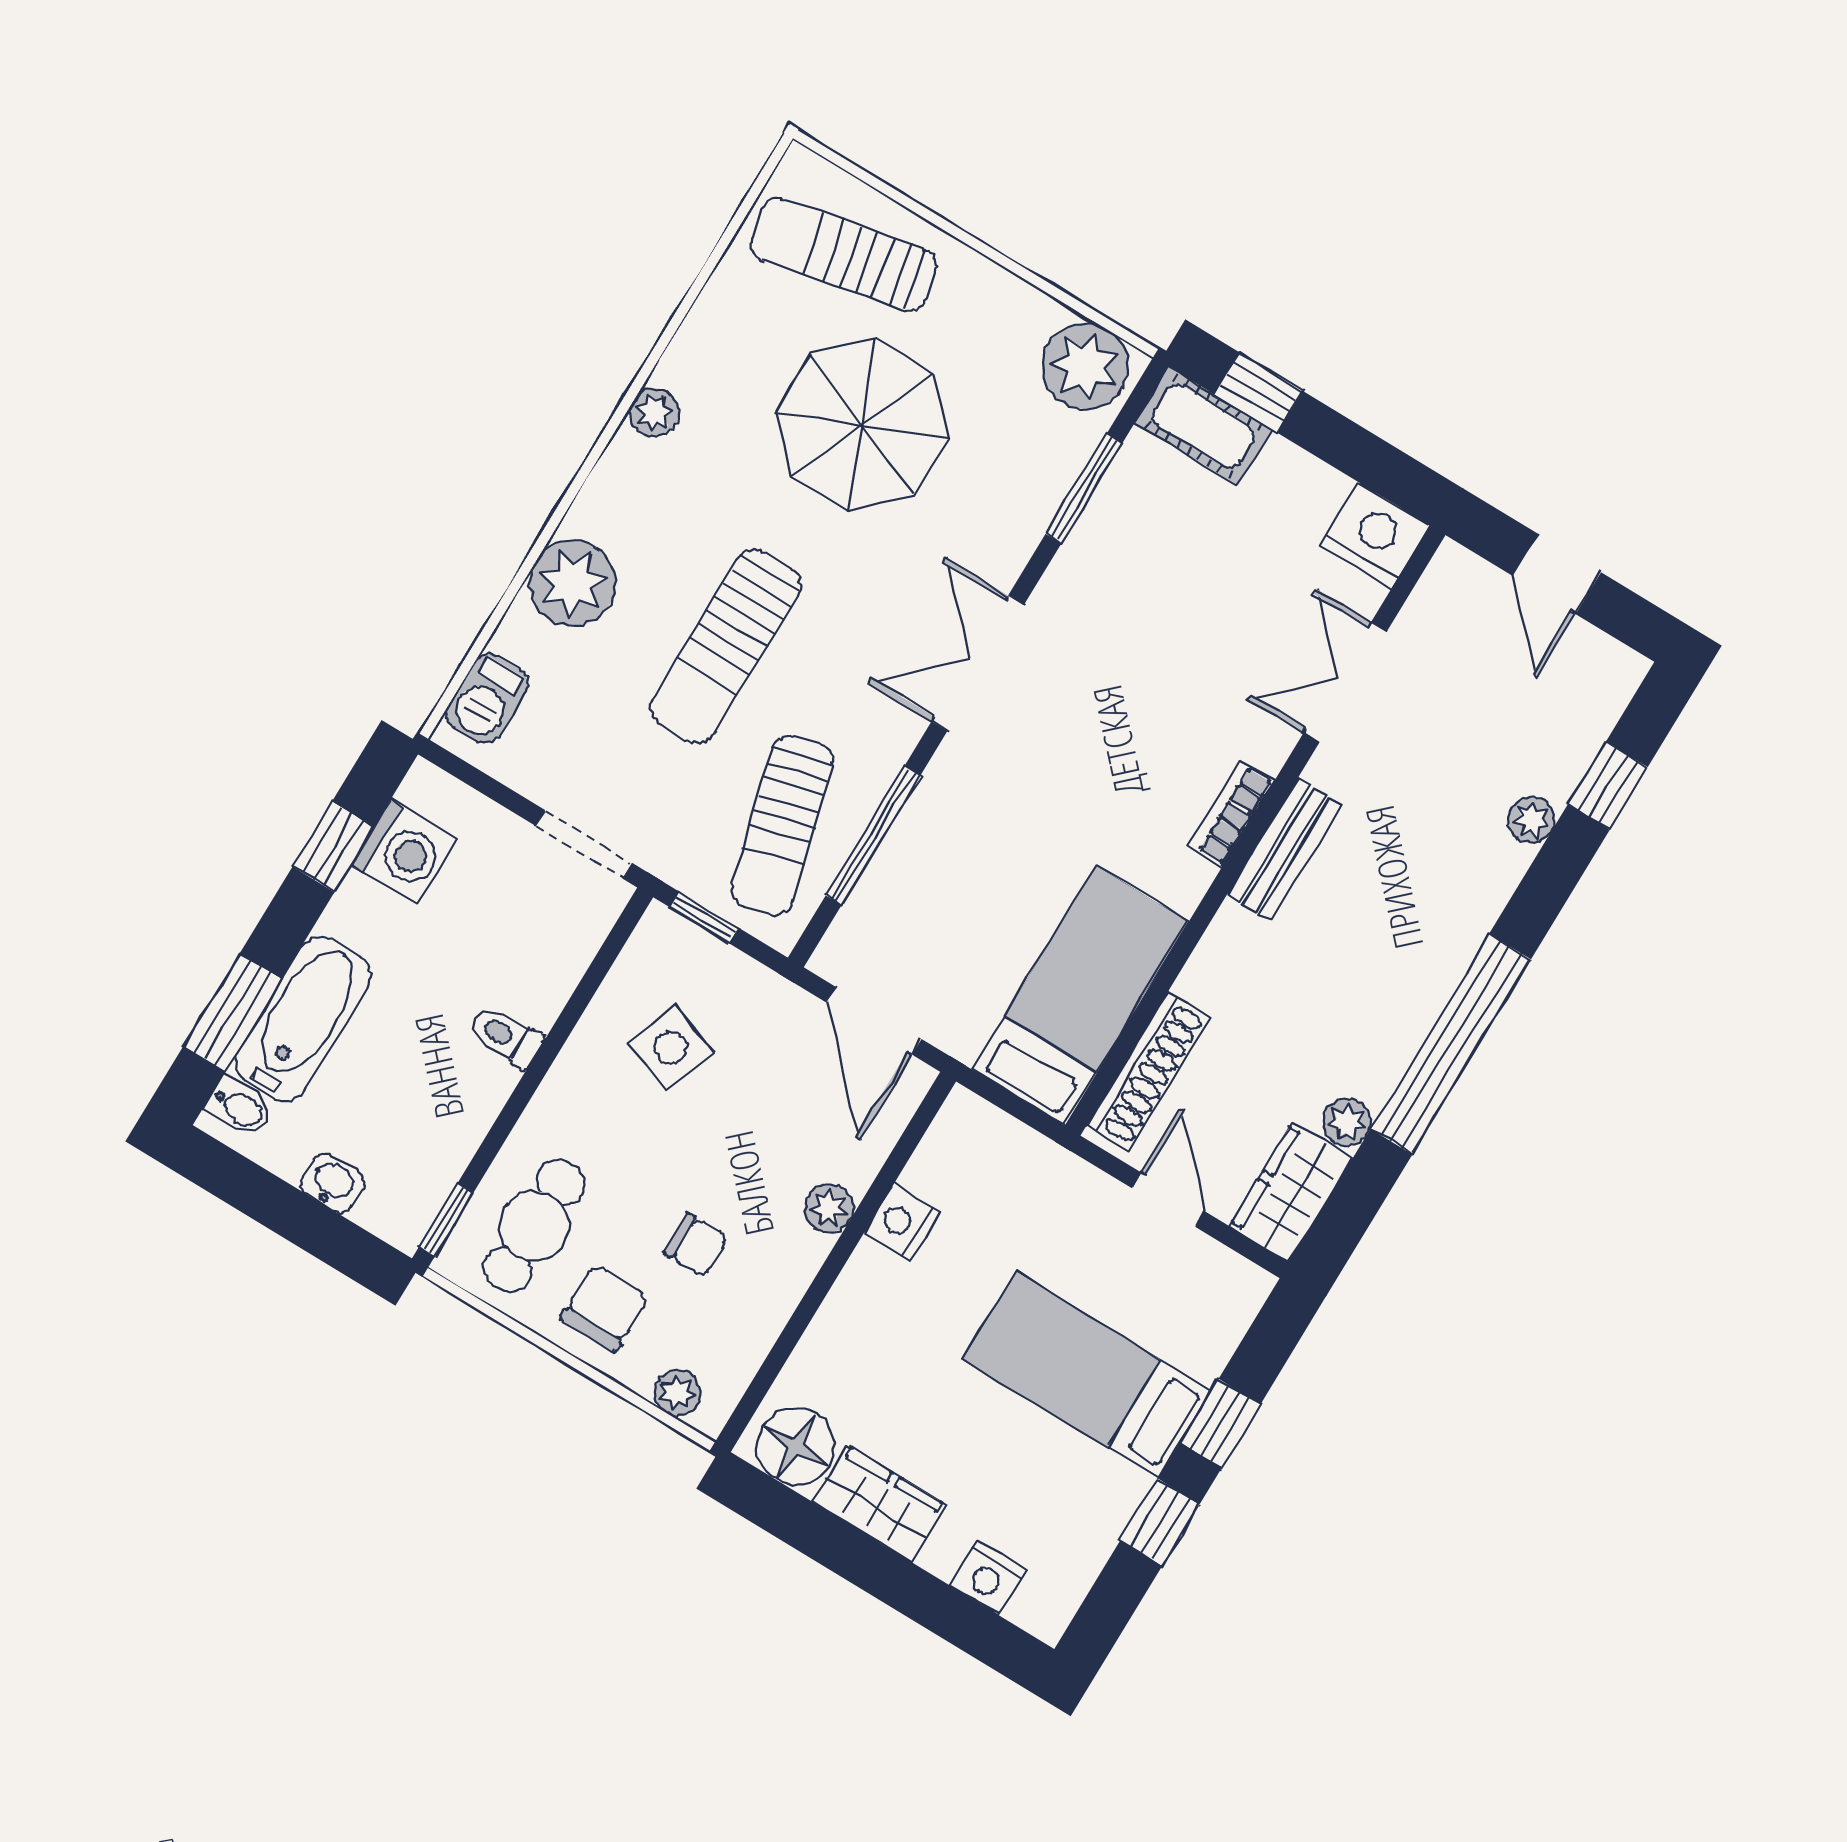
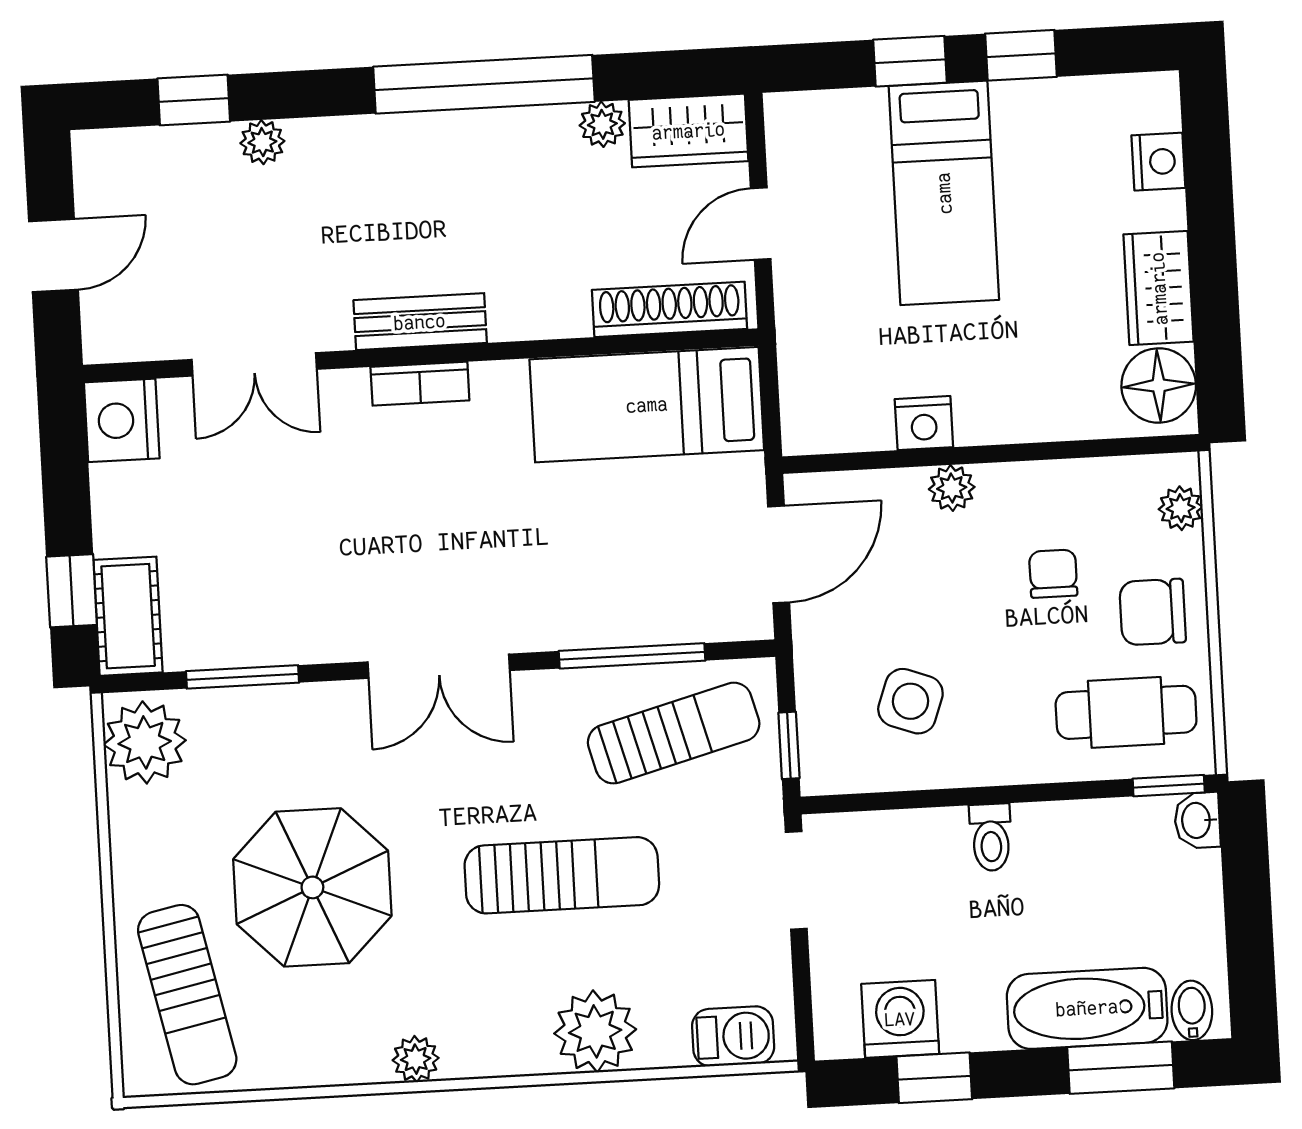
washbasin: (332, 1183) -> (1197, 820), moved

